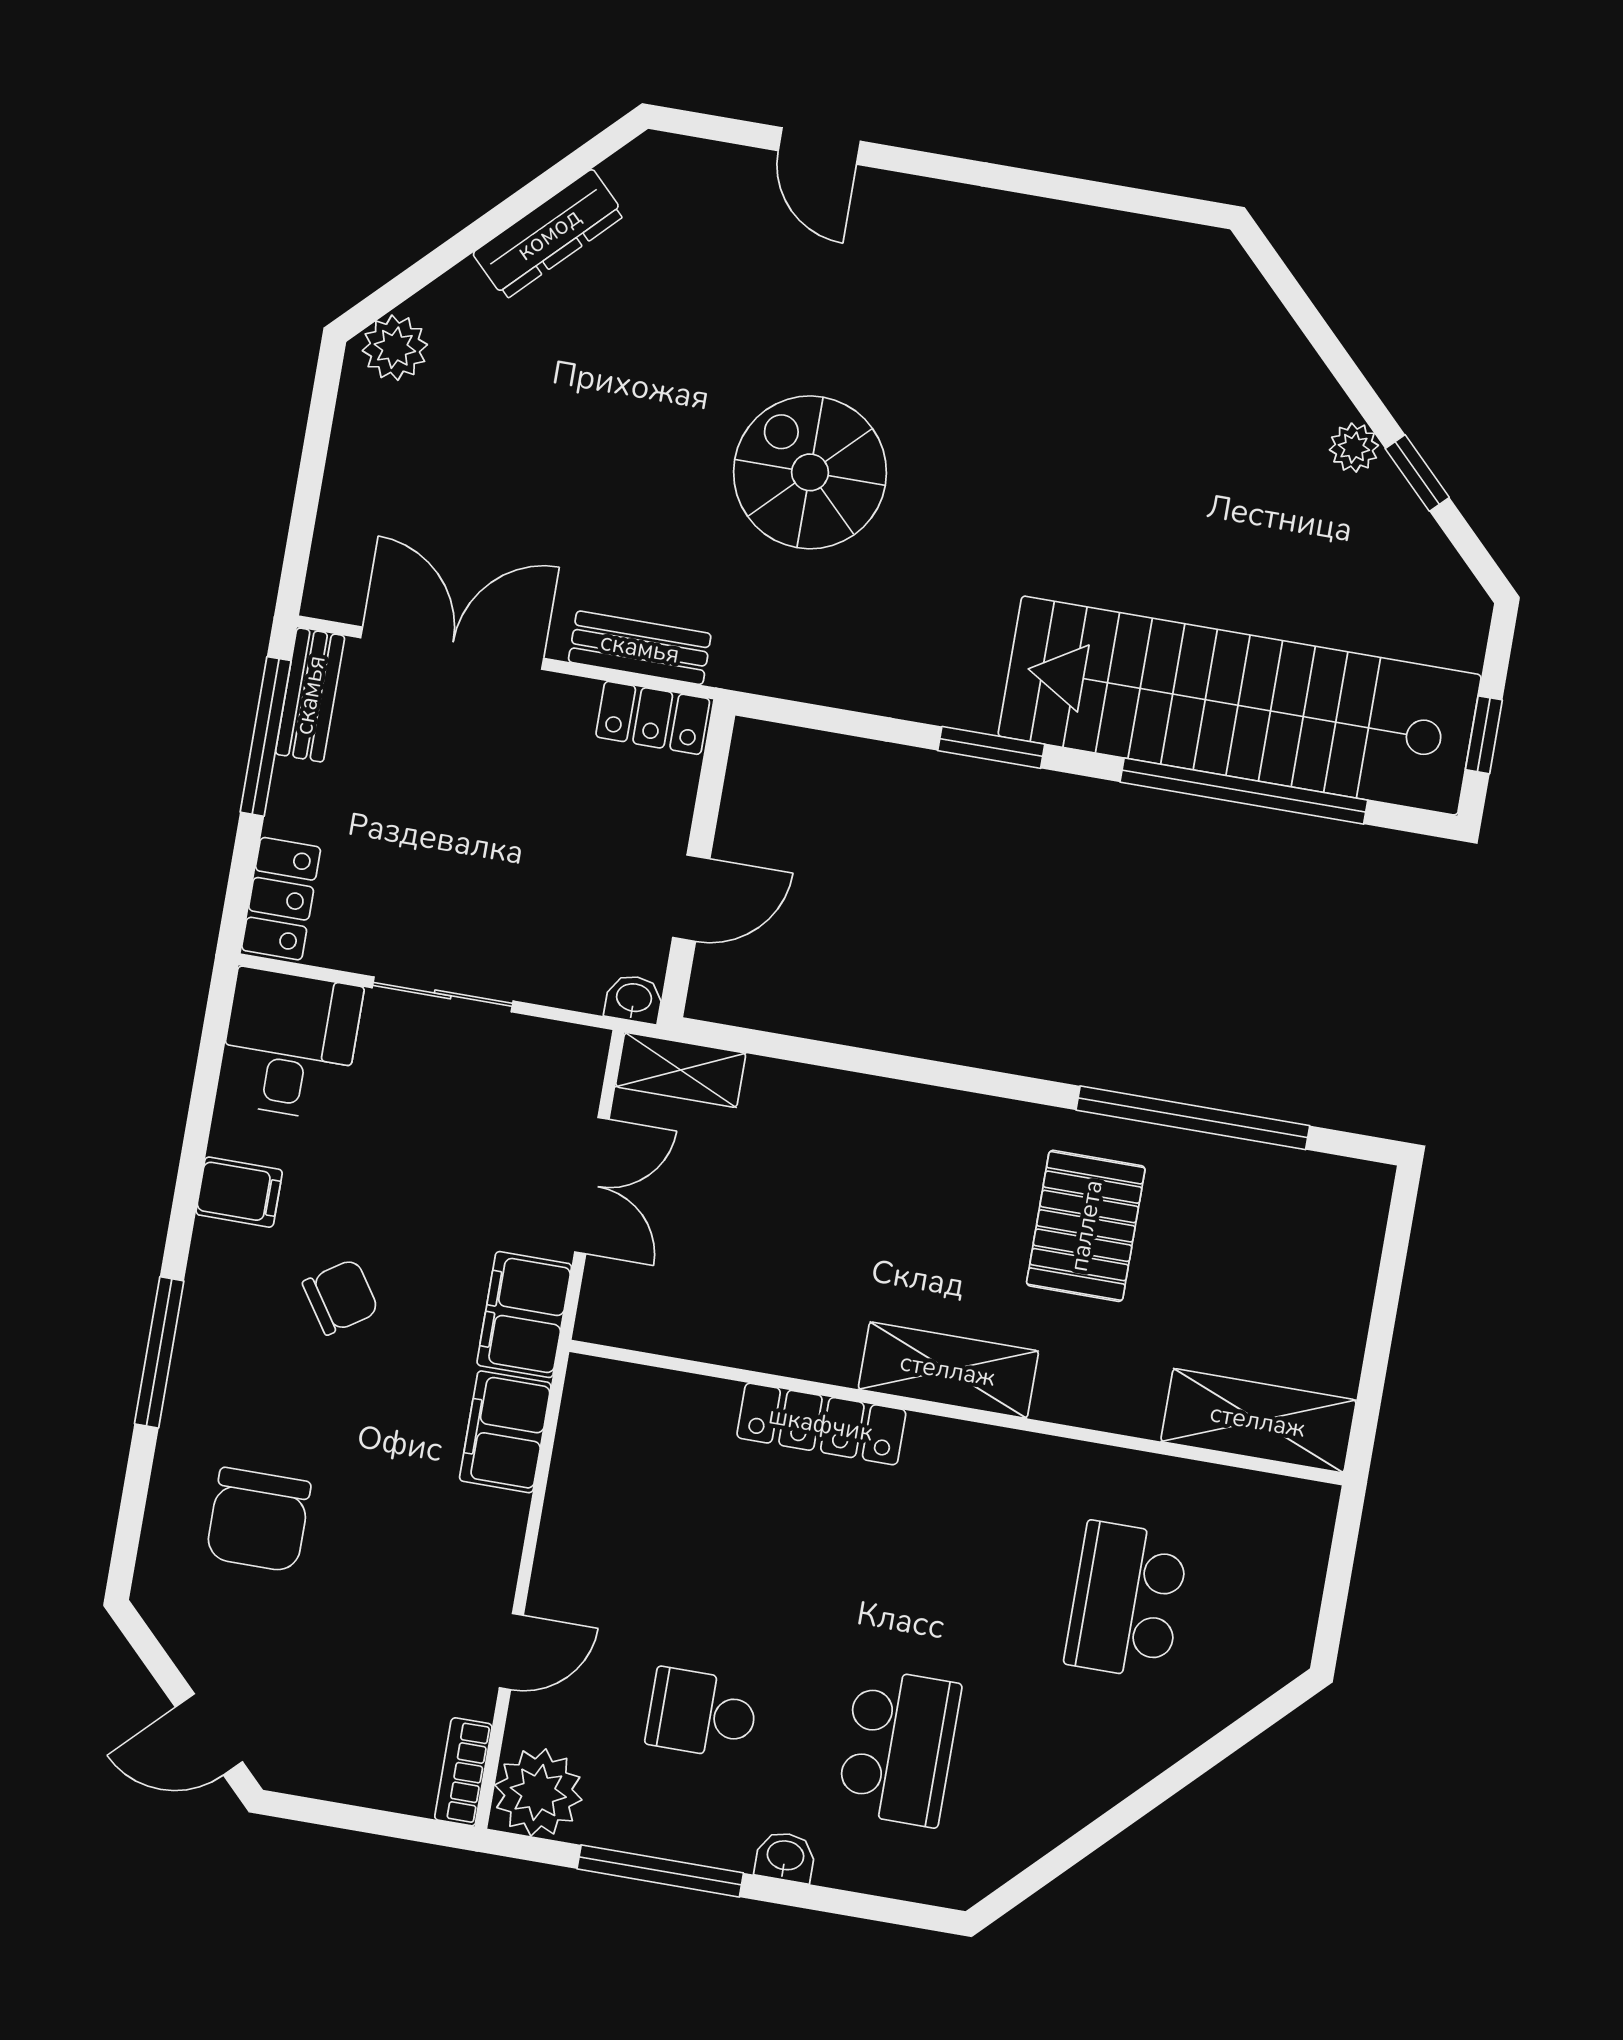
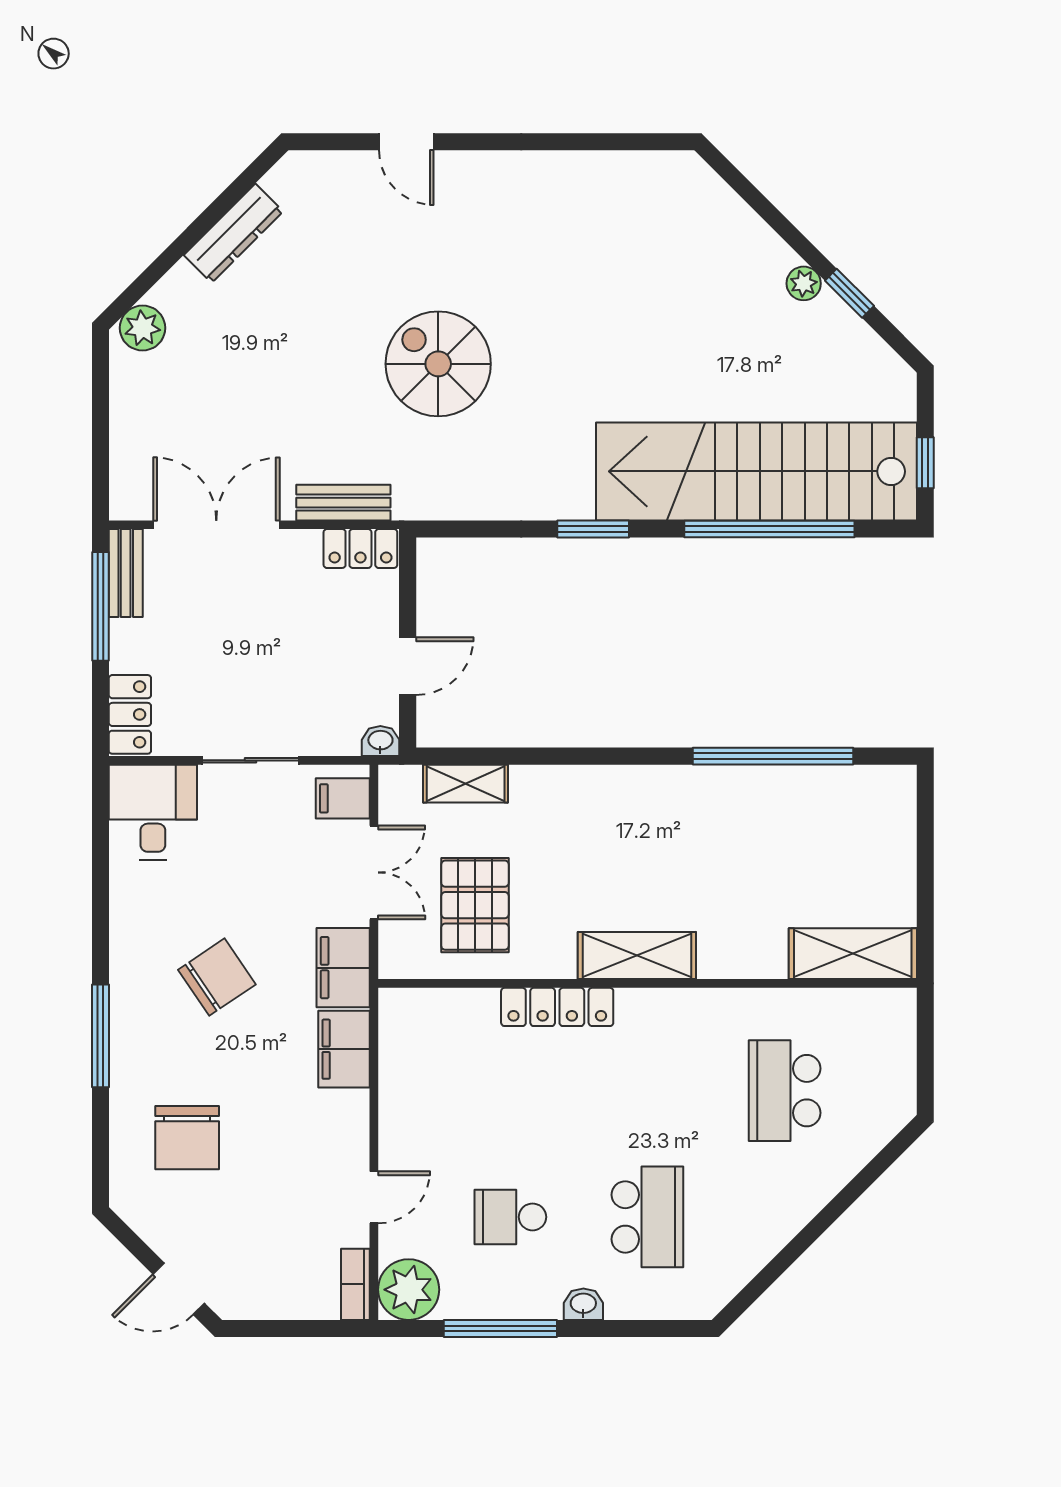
shelving: (681, 1070) -> (466, 784), moved
filing cabinet: (239, 1192) -> (343, 798), moved, turned 180
pallet: (1086, 1226) -> (475, 905), moved
chair: (341, 1297) -> (217, 977), width x1.37, depth x1.37

